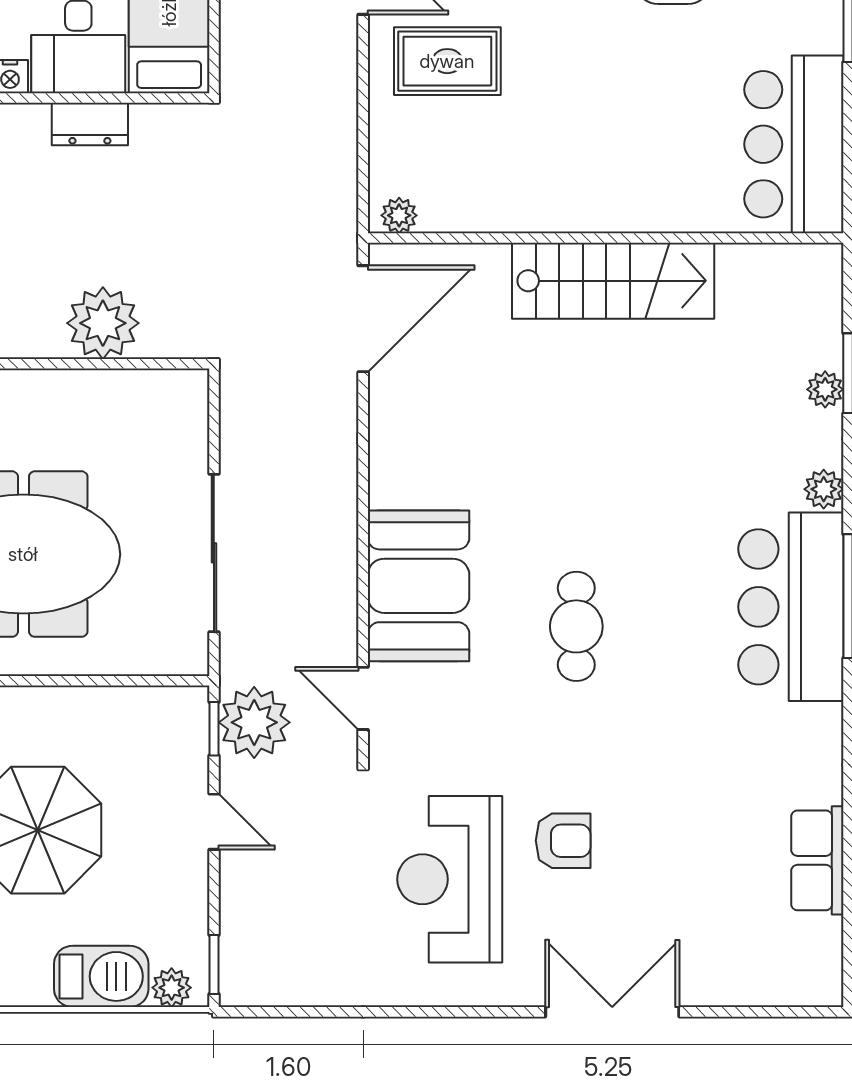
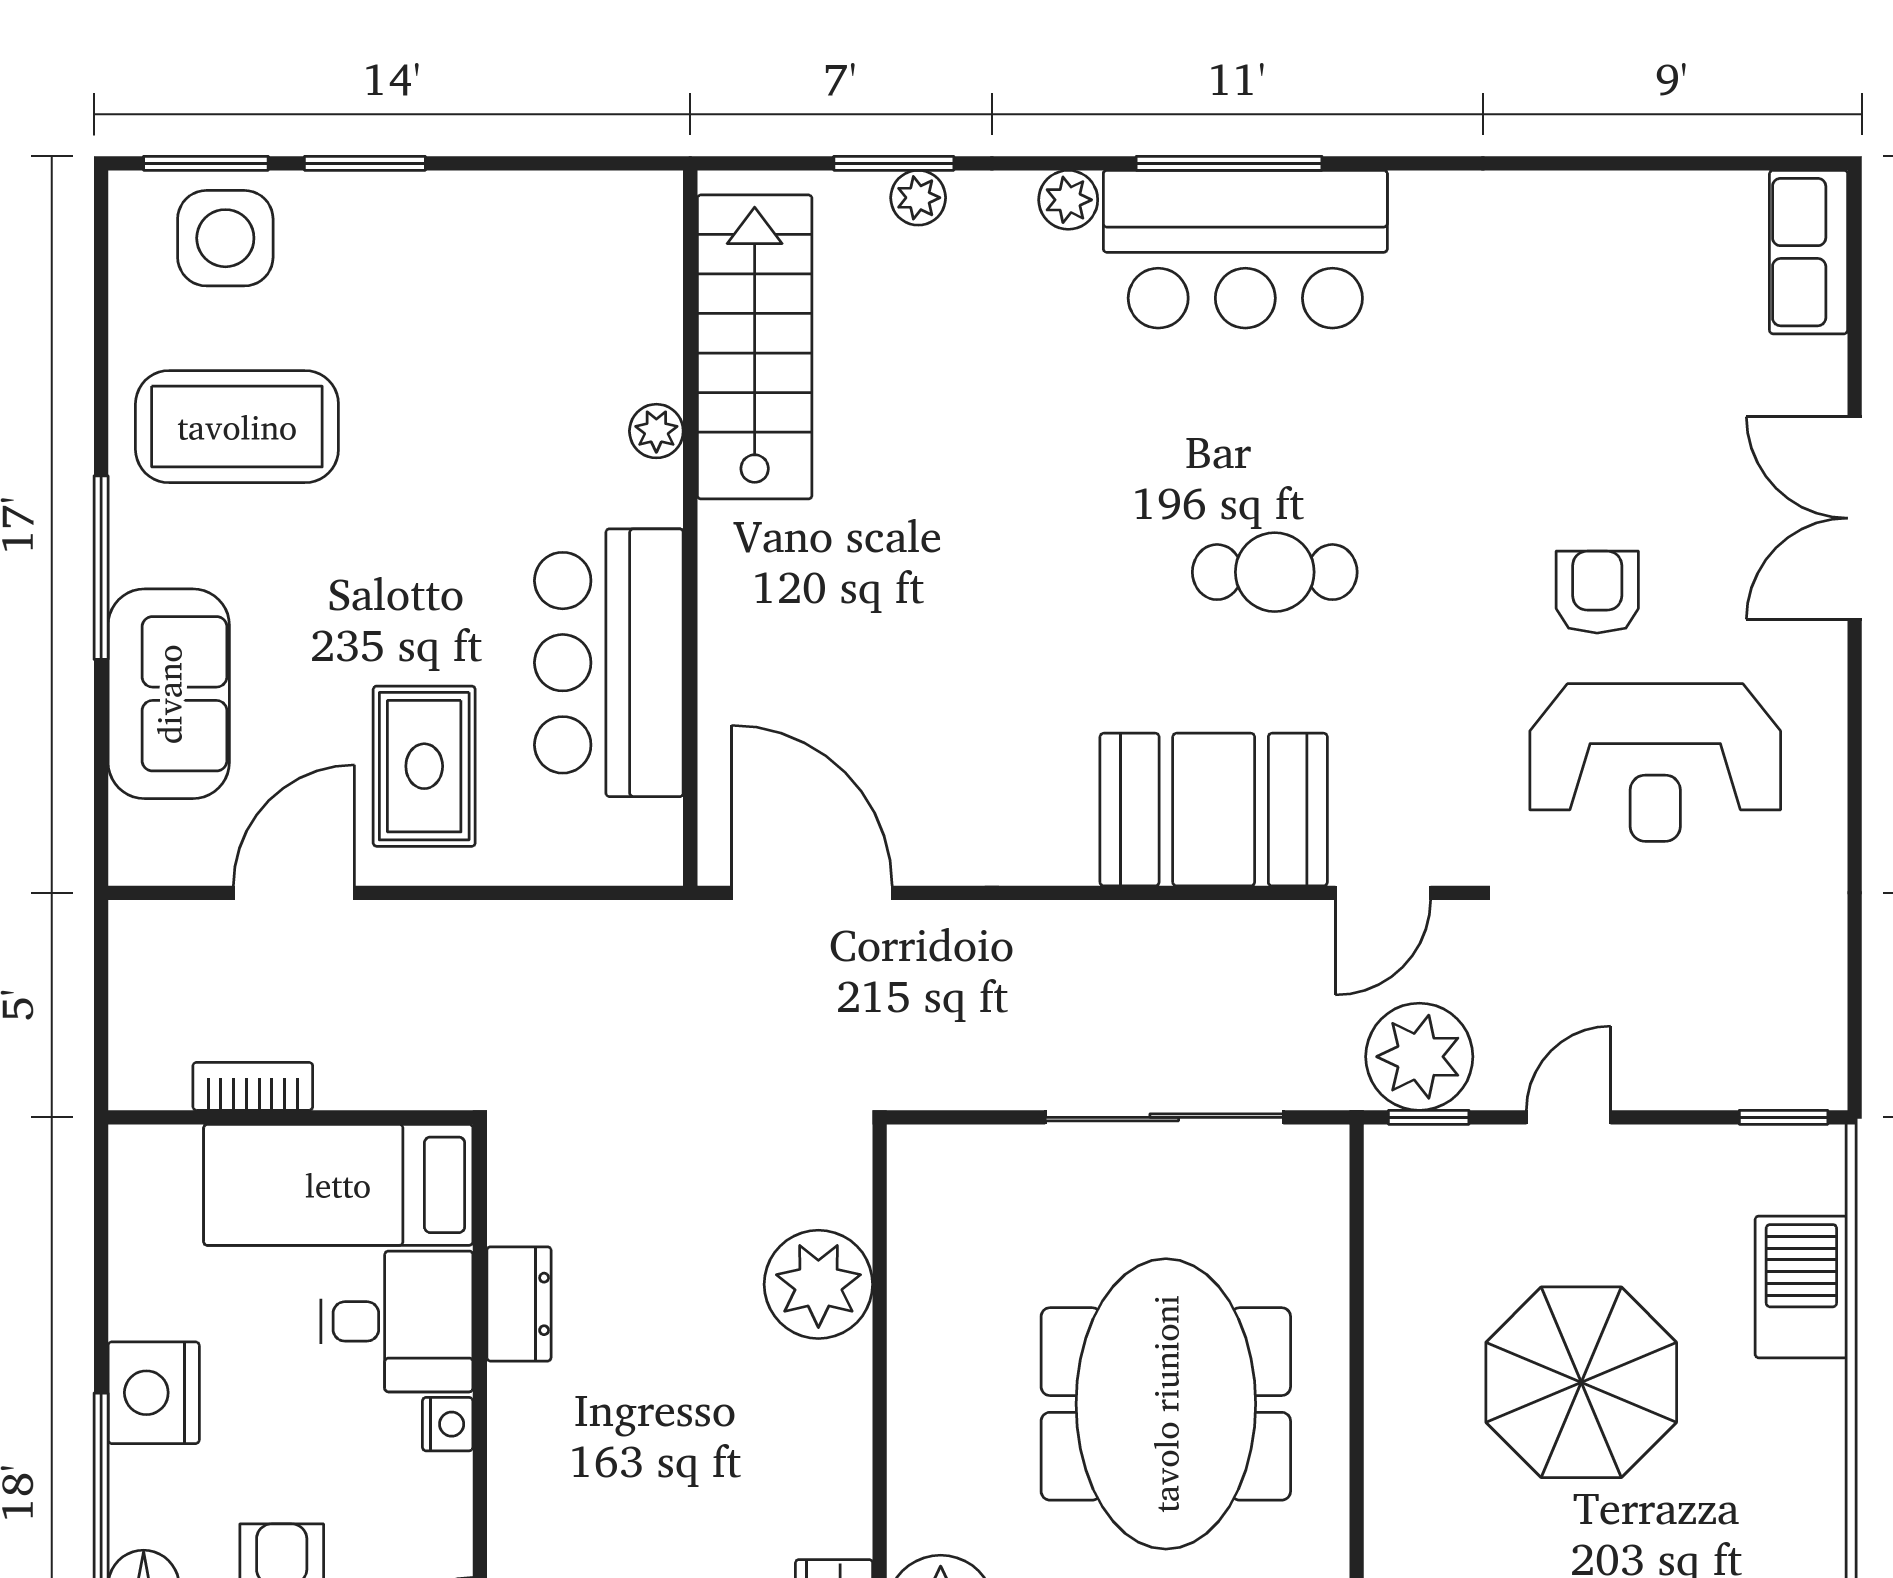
bar counter: (794, 144) -> (609, 663), moved, turned 90
plant: (399, 215) -> (656, 431), moved
stairs: (613, 281) -> (755, 347), moved
row of seats: (817, 860) -> (1809, 252), moved, turned 90
plant: (172, 988) -> (1818, 1181), removed

